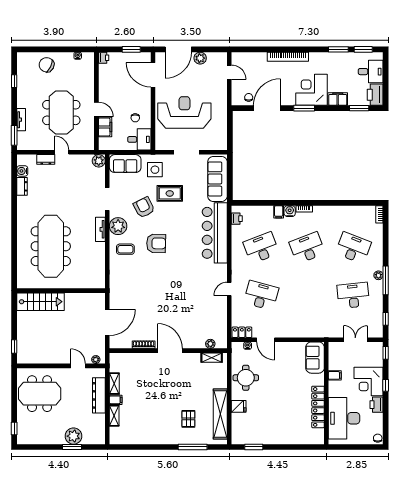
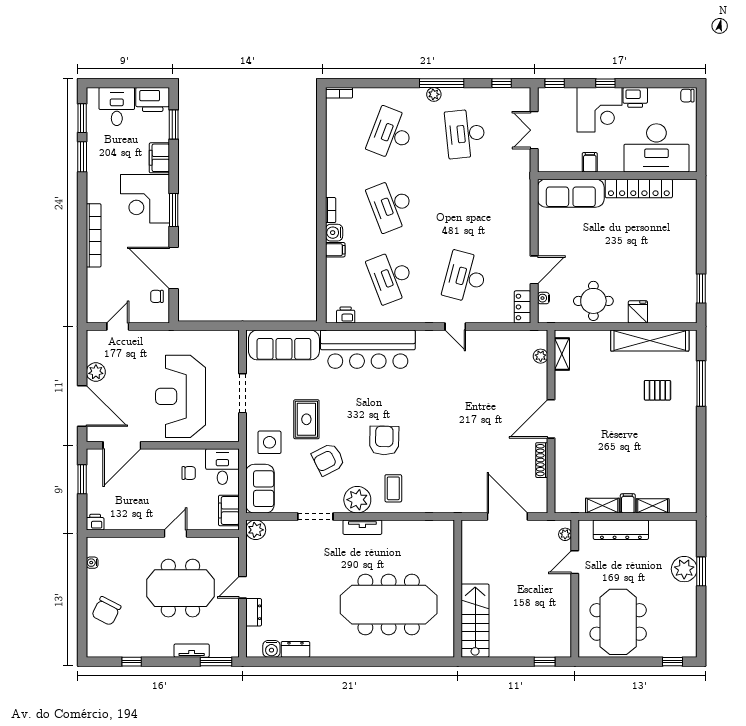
filing cabinet: (105, 127) -> (229, 510), moved, turned -90
sofa: (315, 358) -> (571, 193), width x1.36

